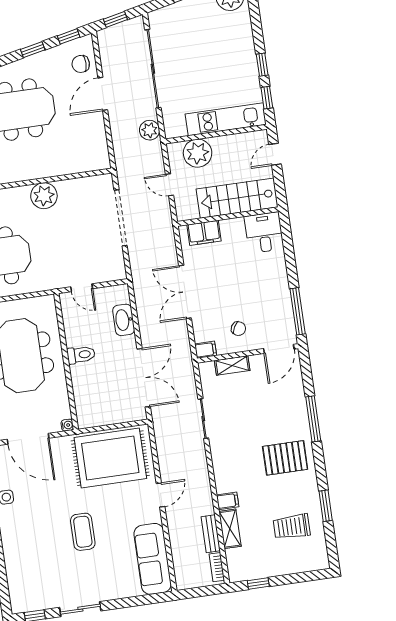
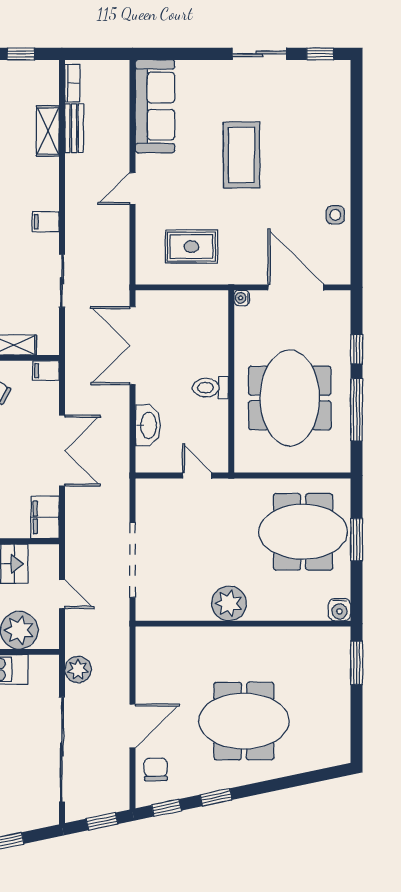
chair: (81, 64) -> (156, 769), turned -90
filing cabinet: (204, 233) -> (45, 517), moved, turned -90
rug: (110, 458) -> (191, 247), width x0.54, depth x0.49
filing cabinet: (228, 501) -> (46, 222), moved
coffee table: (83, 532) -> (242, 155), width x1.36, depth x1.32

